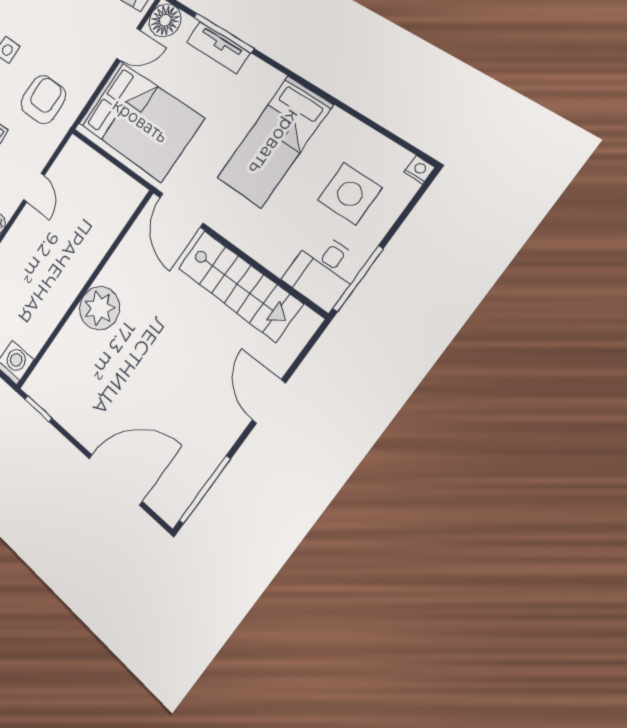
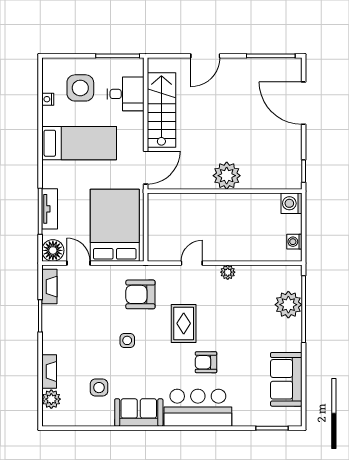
nightstand: (419, 170) -> (48, 99), moved
desk: (323, 271) -> (126, 94), moved

